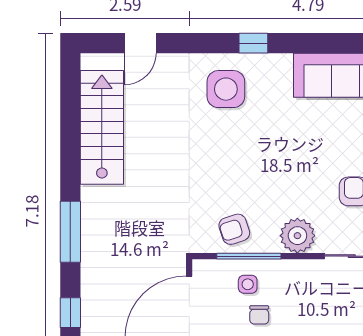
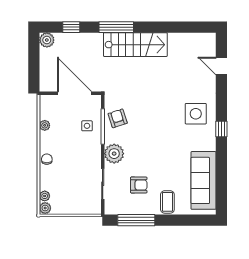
stairs: (102, 127) -> (135, 45), moved
chair: (259, 315) -> (70, 132), removed

